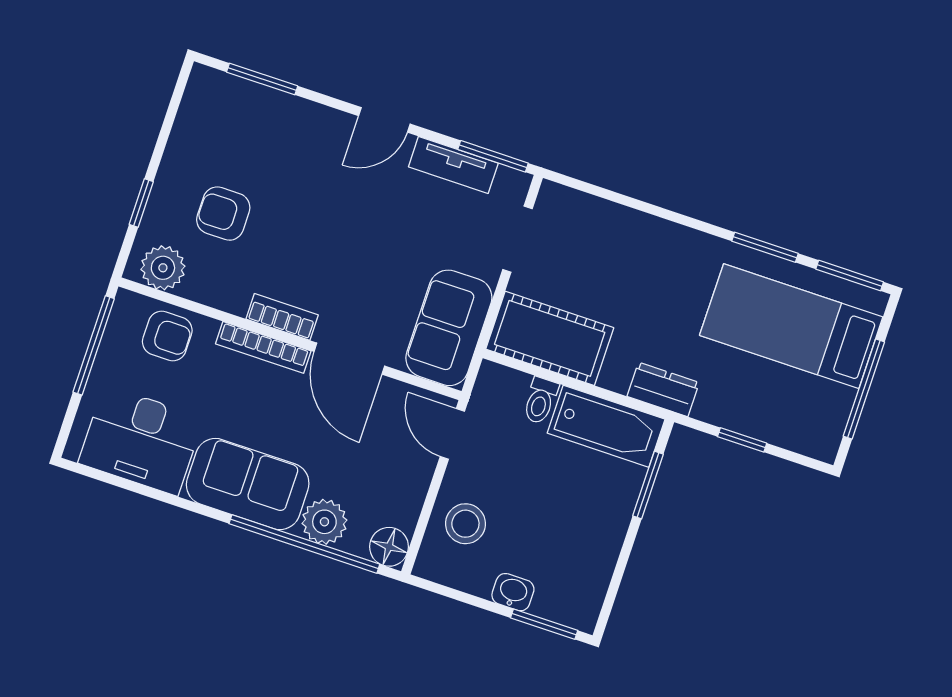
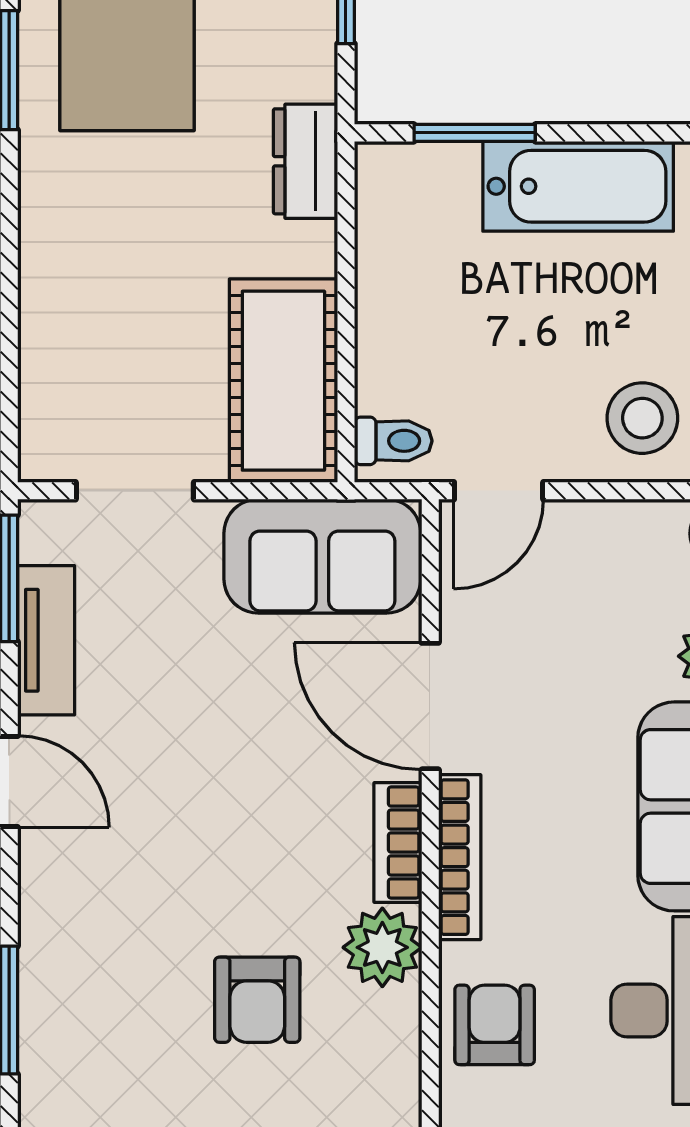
plant: (163, 268) -> (382, 947), moved
door: (349, 359) -> (430, 706), swing flipped
toilet: (540, 401) -> (393, 441), moved
bathtub: (606, 426) -> (578, 186), moved, turned 90

